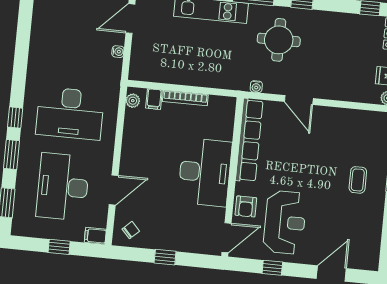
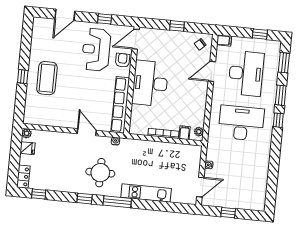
coffee table: (358, 180) -> (47, 78), width x1.86, depth x1.72
window: (59, 247) -> (260, 34), moved

